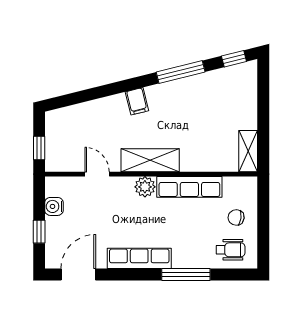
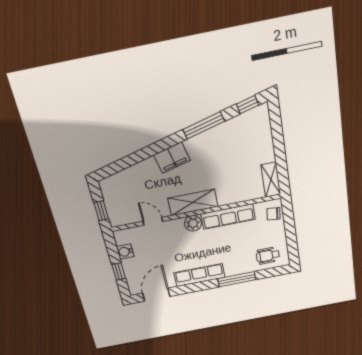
filing cabinet: (137, 101) -> (172, 158), width x2.00
chair: (236, 217) -> (274, 214), moved
wheelchair: (231, 250) -> (268, 256), turned 180

